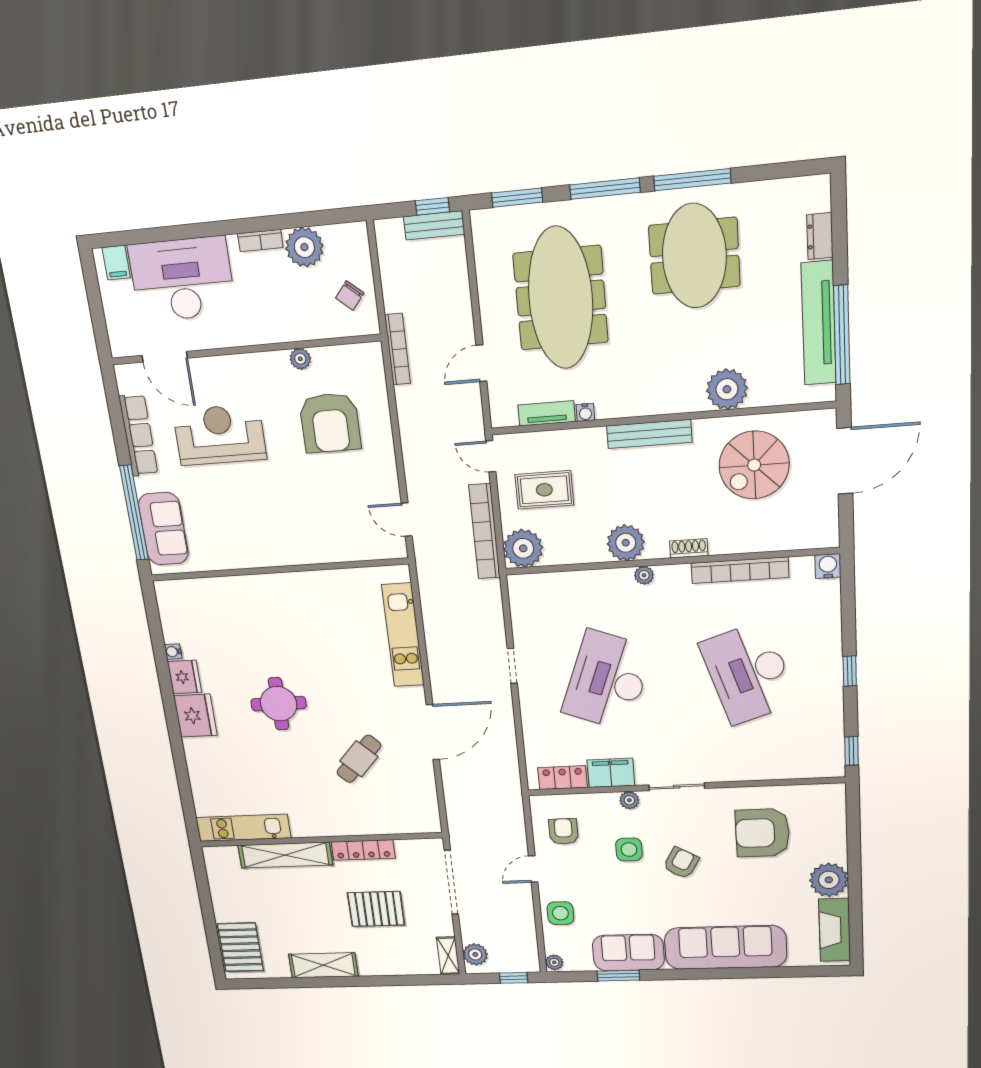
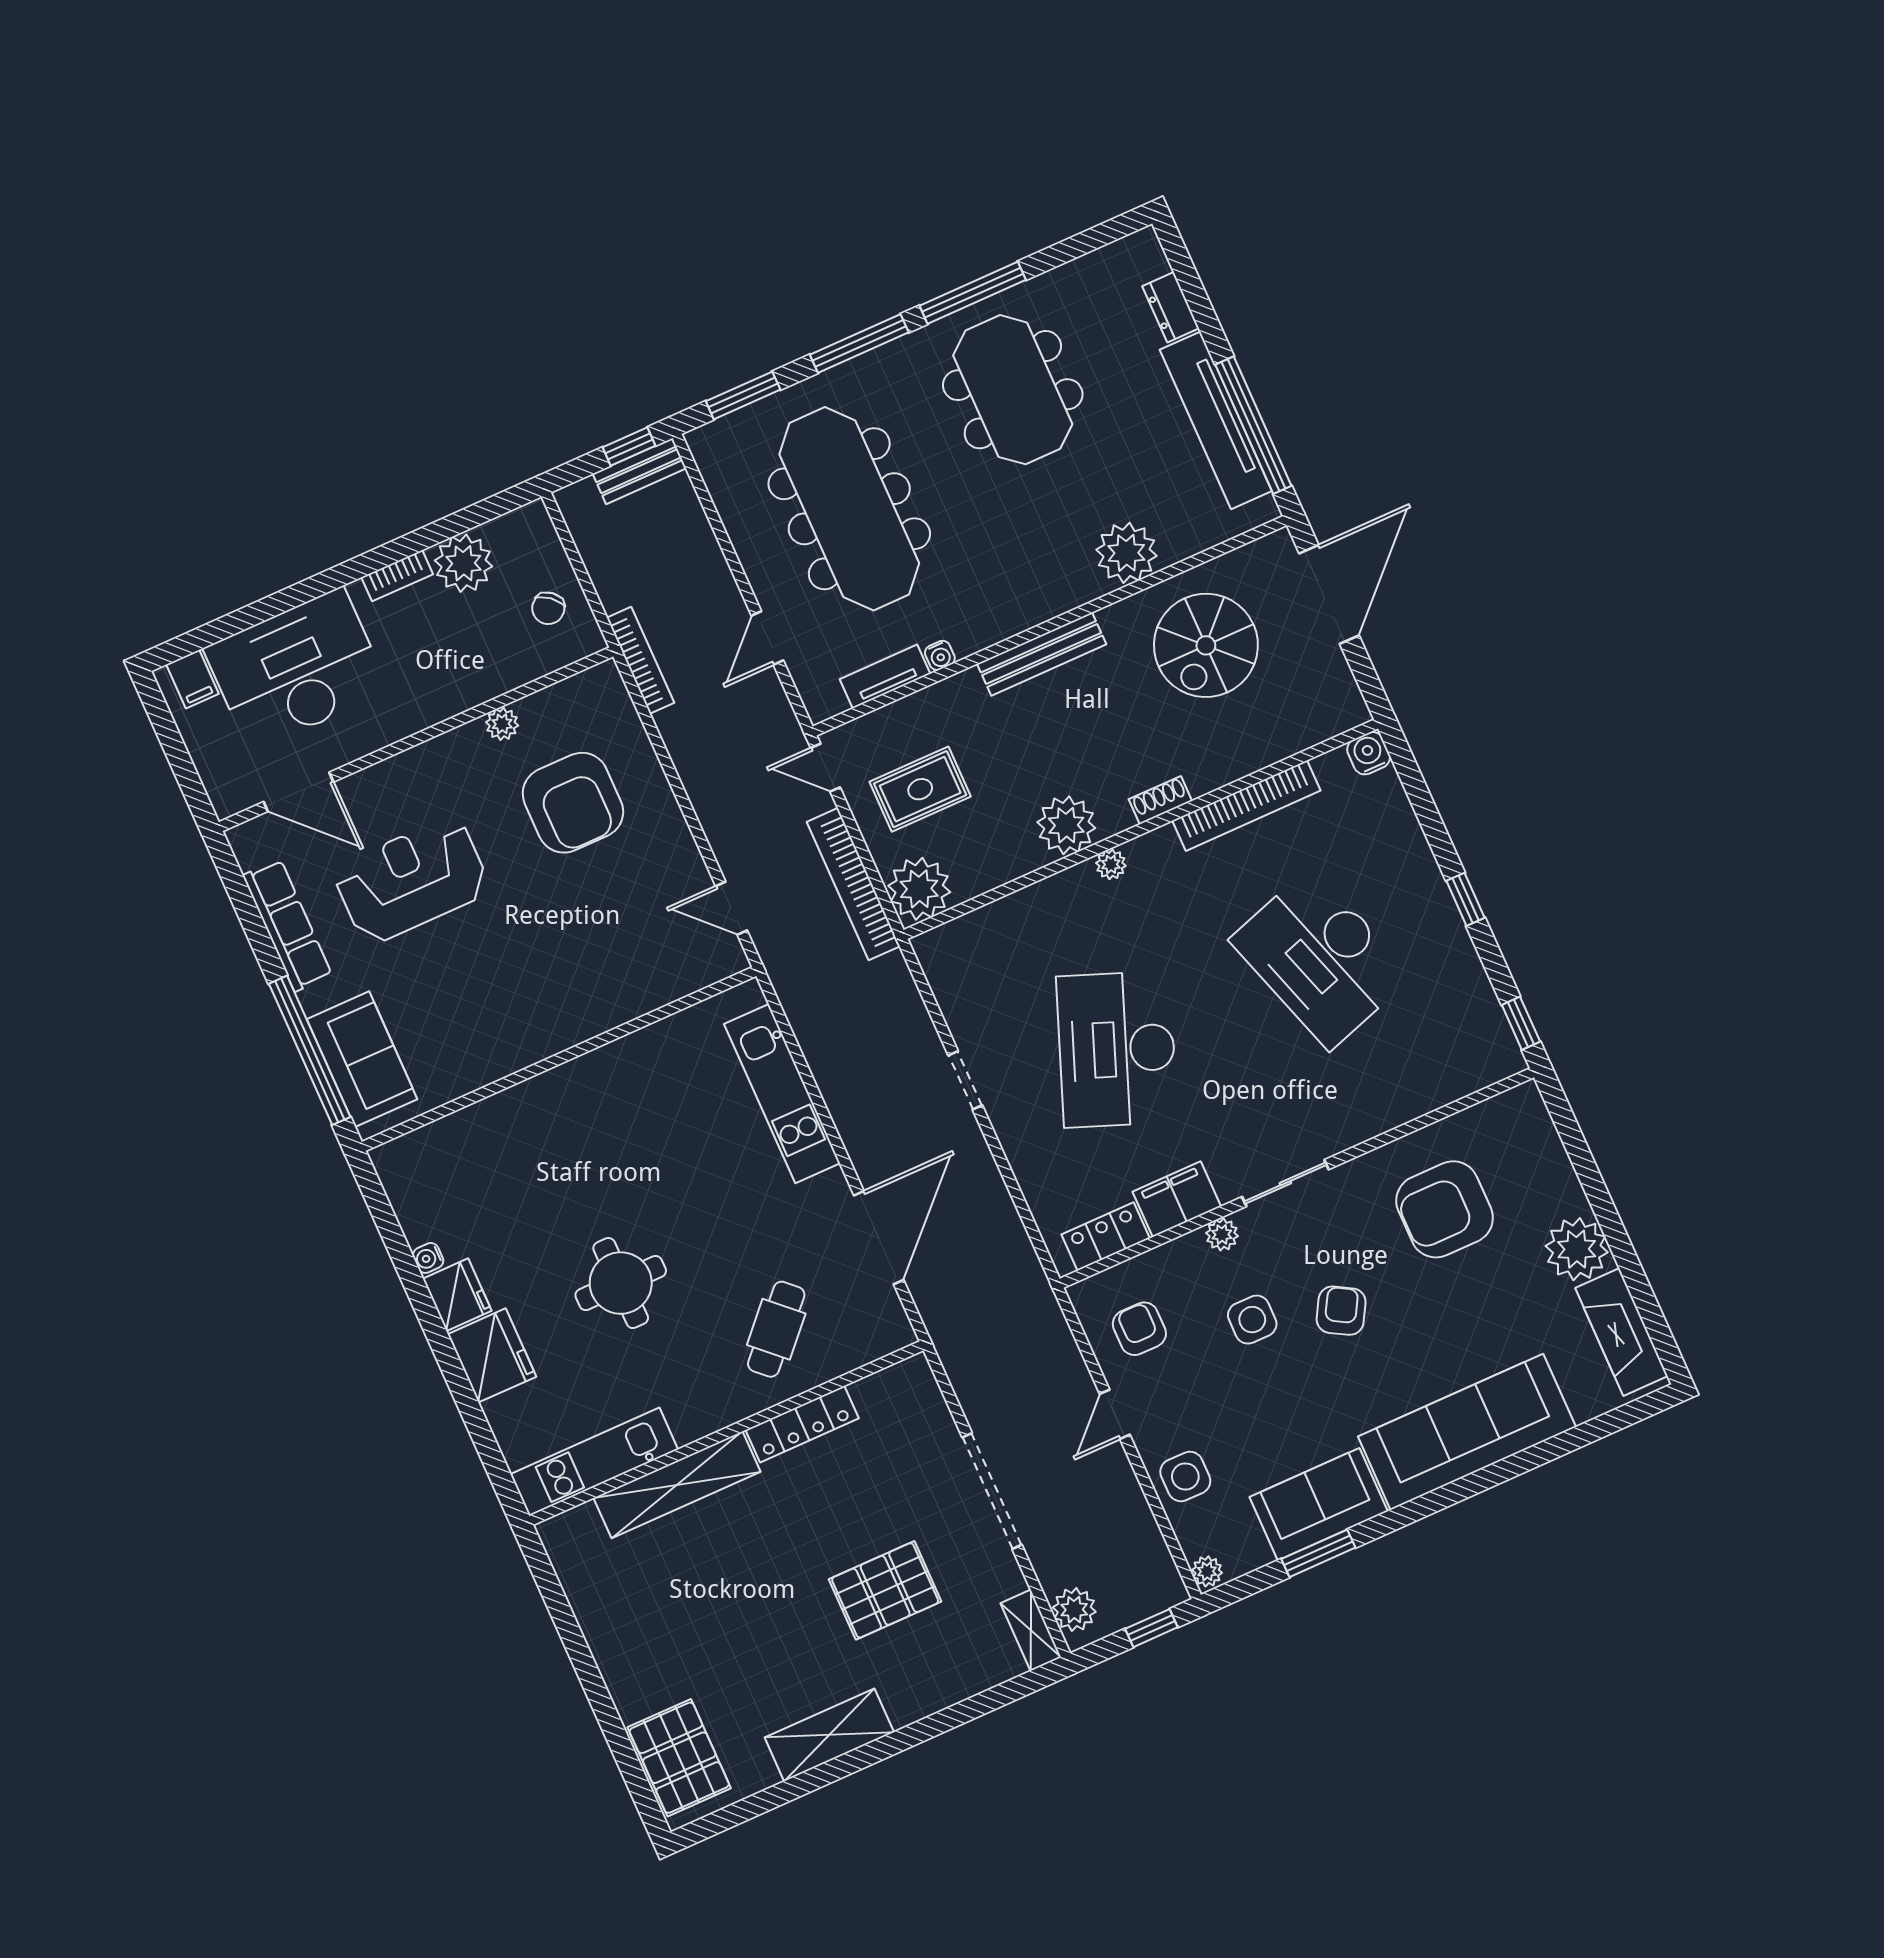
kitchen unit: (243, 828) -> (594, 1462), moved
wall: (320, 840) -> (726, 1433), moved
locker: (363, 850) -> (802, 1424), moved
shelving: (285, 855) -> (677, 1485), moved

